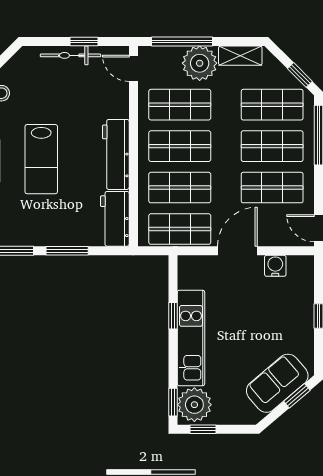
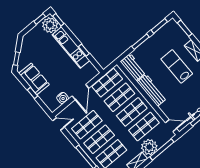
sofa: (277, 383) -> (34, 79), moved, turned -50

